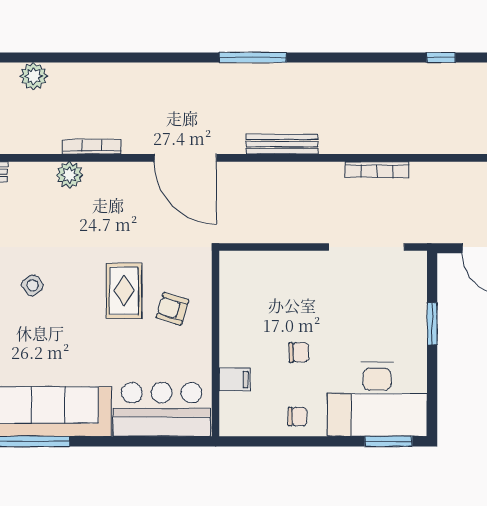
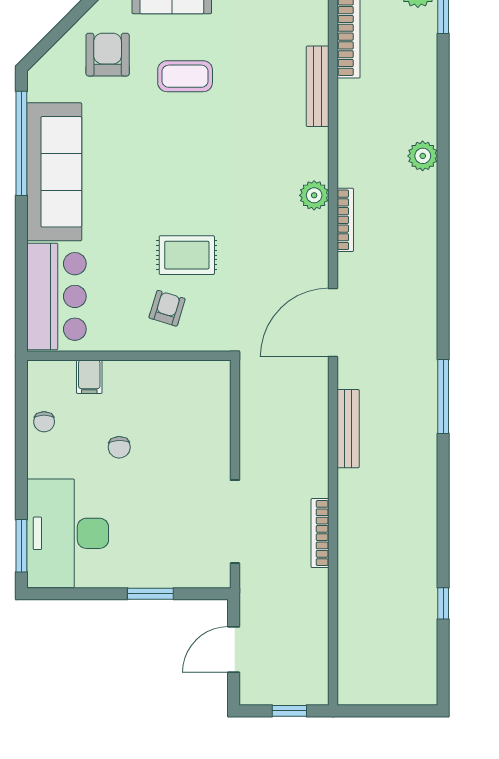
side table: (32, 285) -> (193, 154), removed
chair: (298, 417) -> (44, 422), moved

